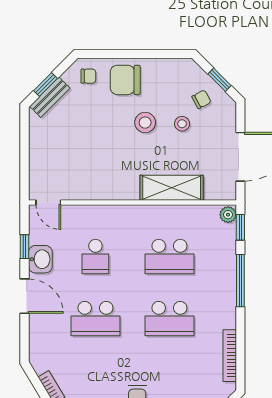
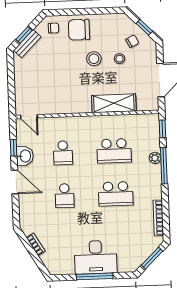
plant: (228, 215) -> (155, 158), moved
school desk: (95, 319) -> (65, 196), width x0.54

